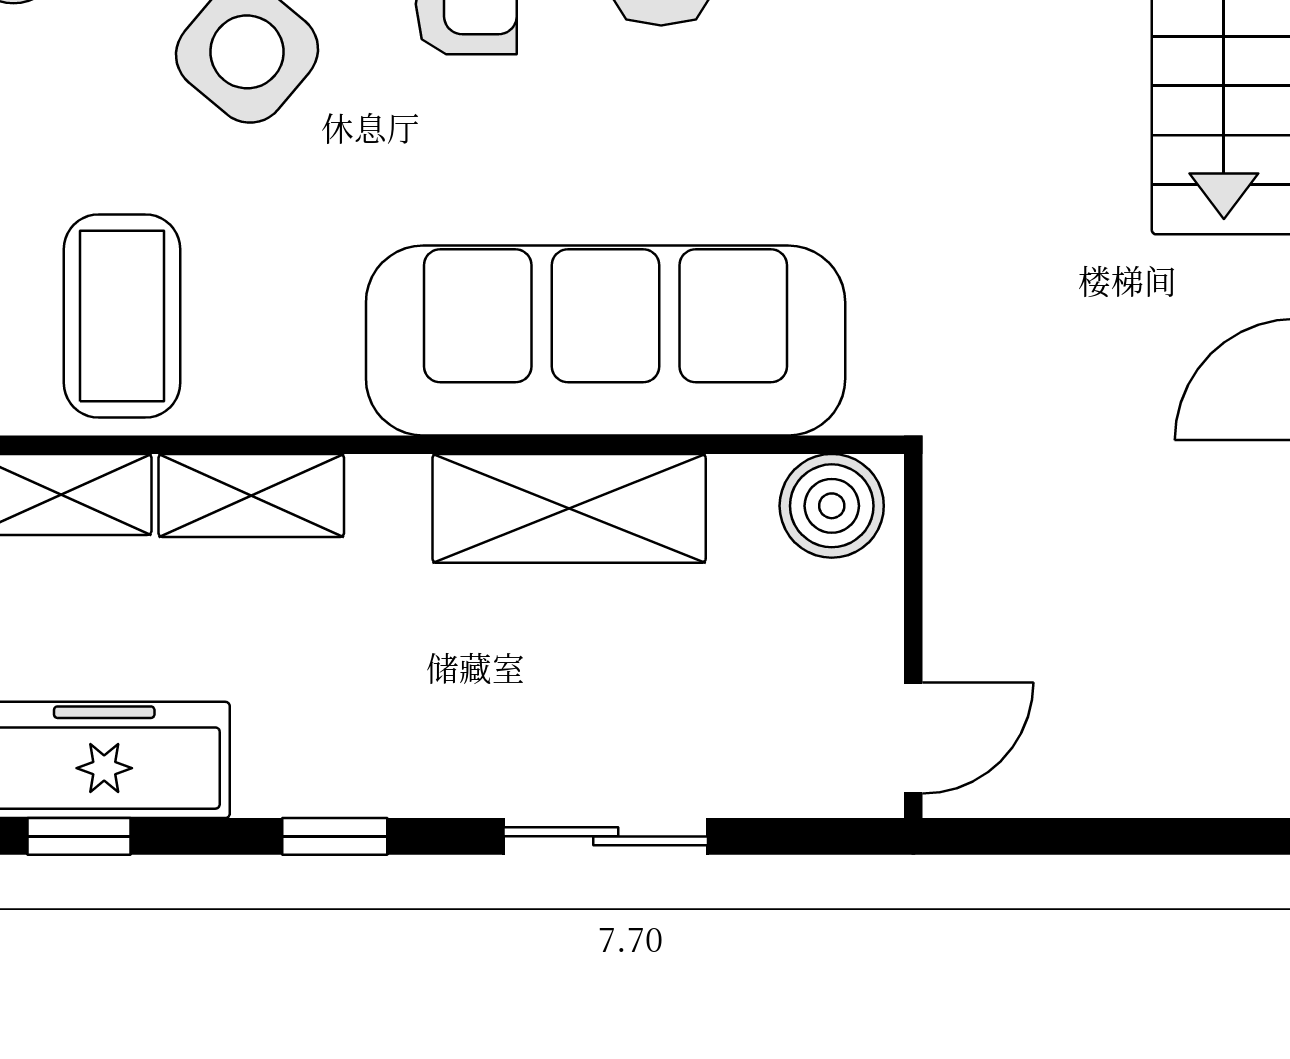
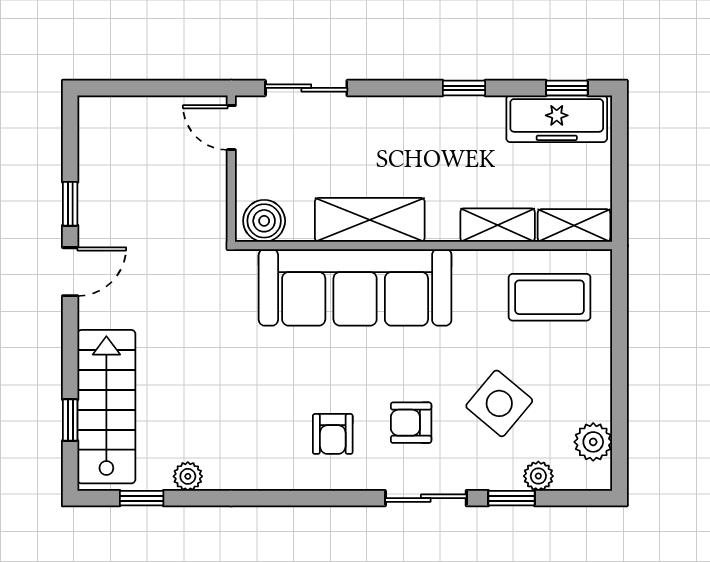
coffee table: (122, 316) -> (550, 297), turned 90
door: (913, 738) -> (231, 128), hinge flipped
sliding door: (606, 836) -> (306, 88), moved

